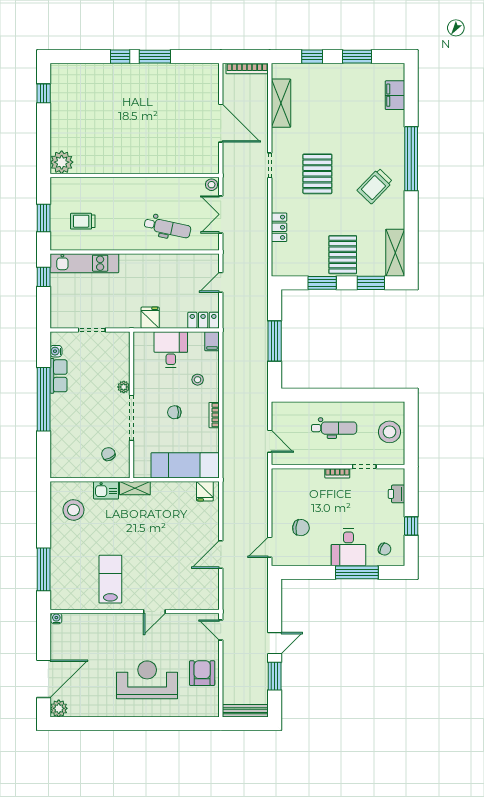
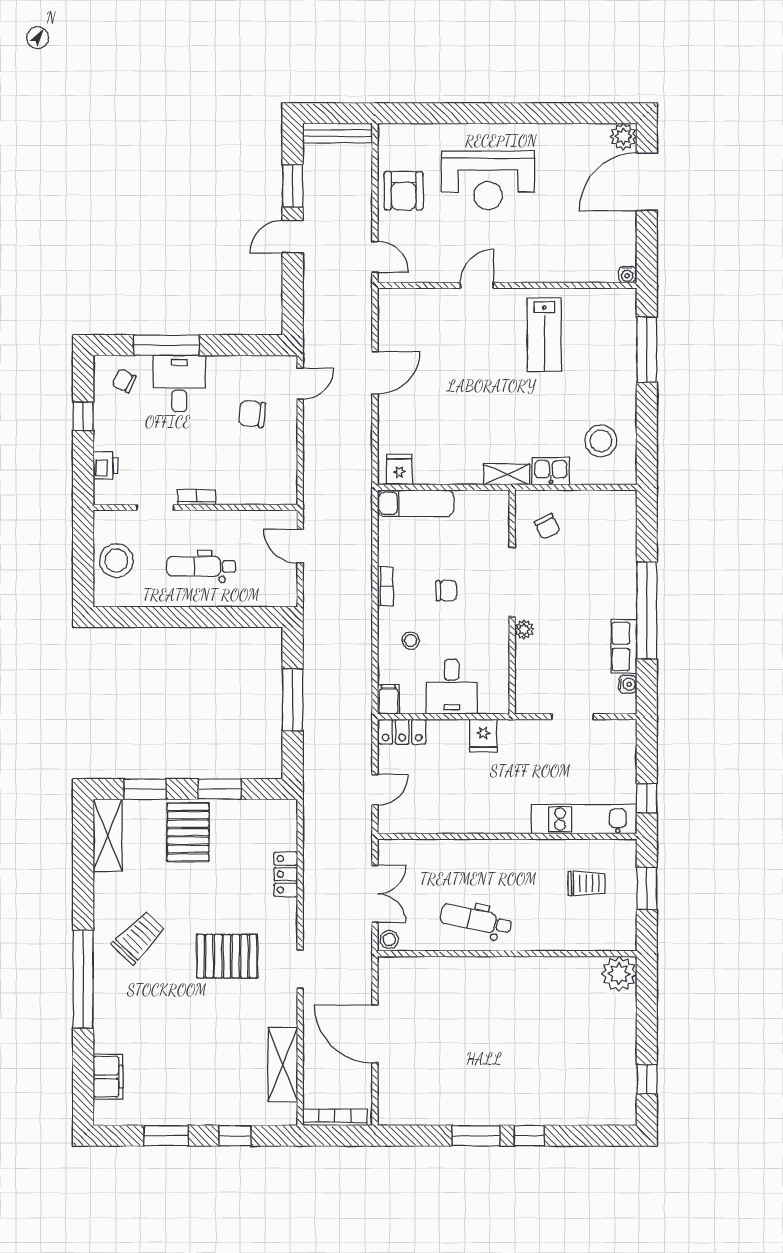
pallet: (317, 174) -> (227, 956), turned 90
dental chair: (167, 228) -> (476, 920), moved
exam couch: (185, 465) -> (416, 503), width x0.73, depth x0.69

